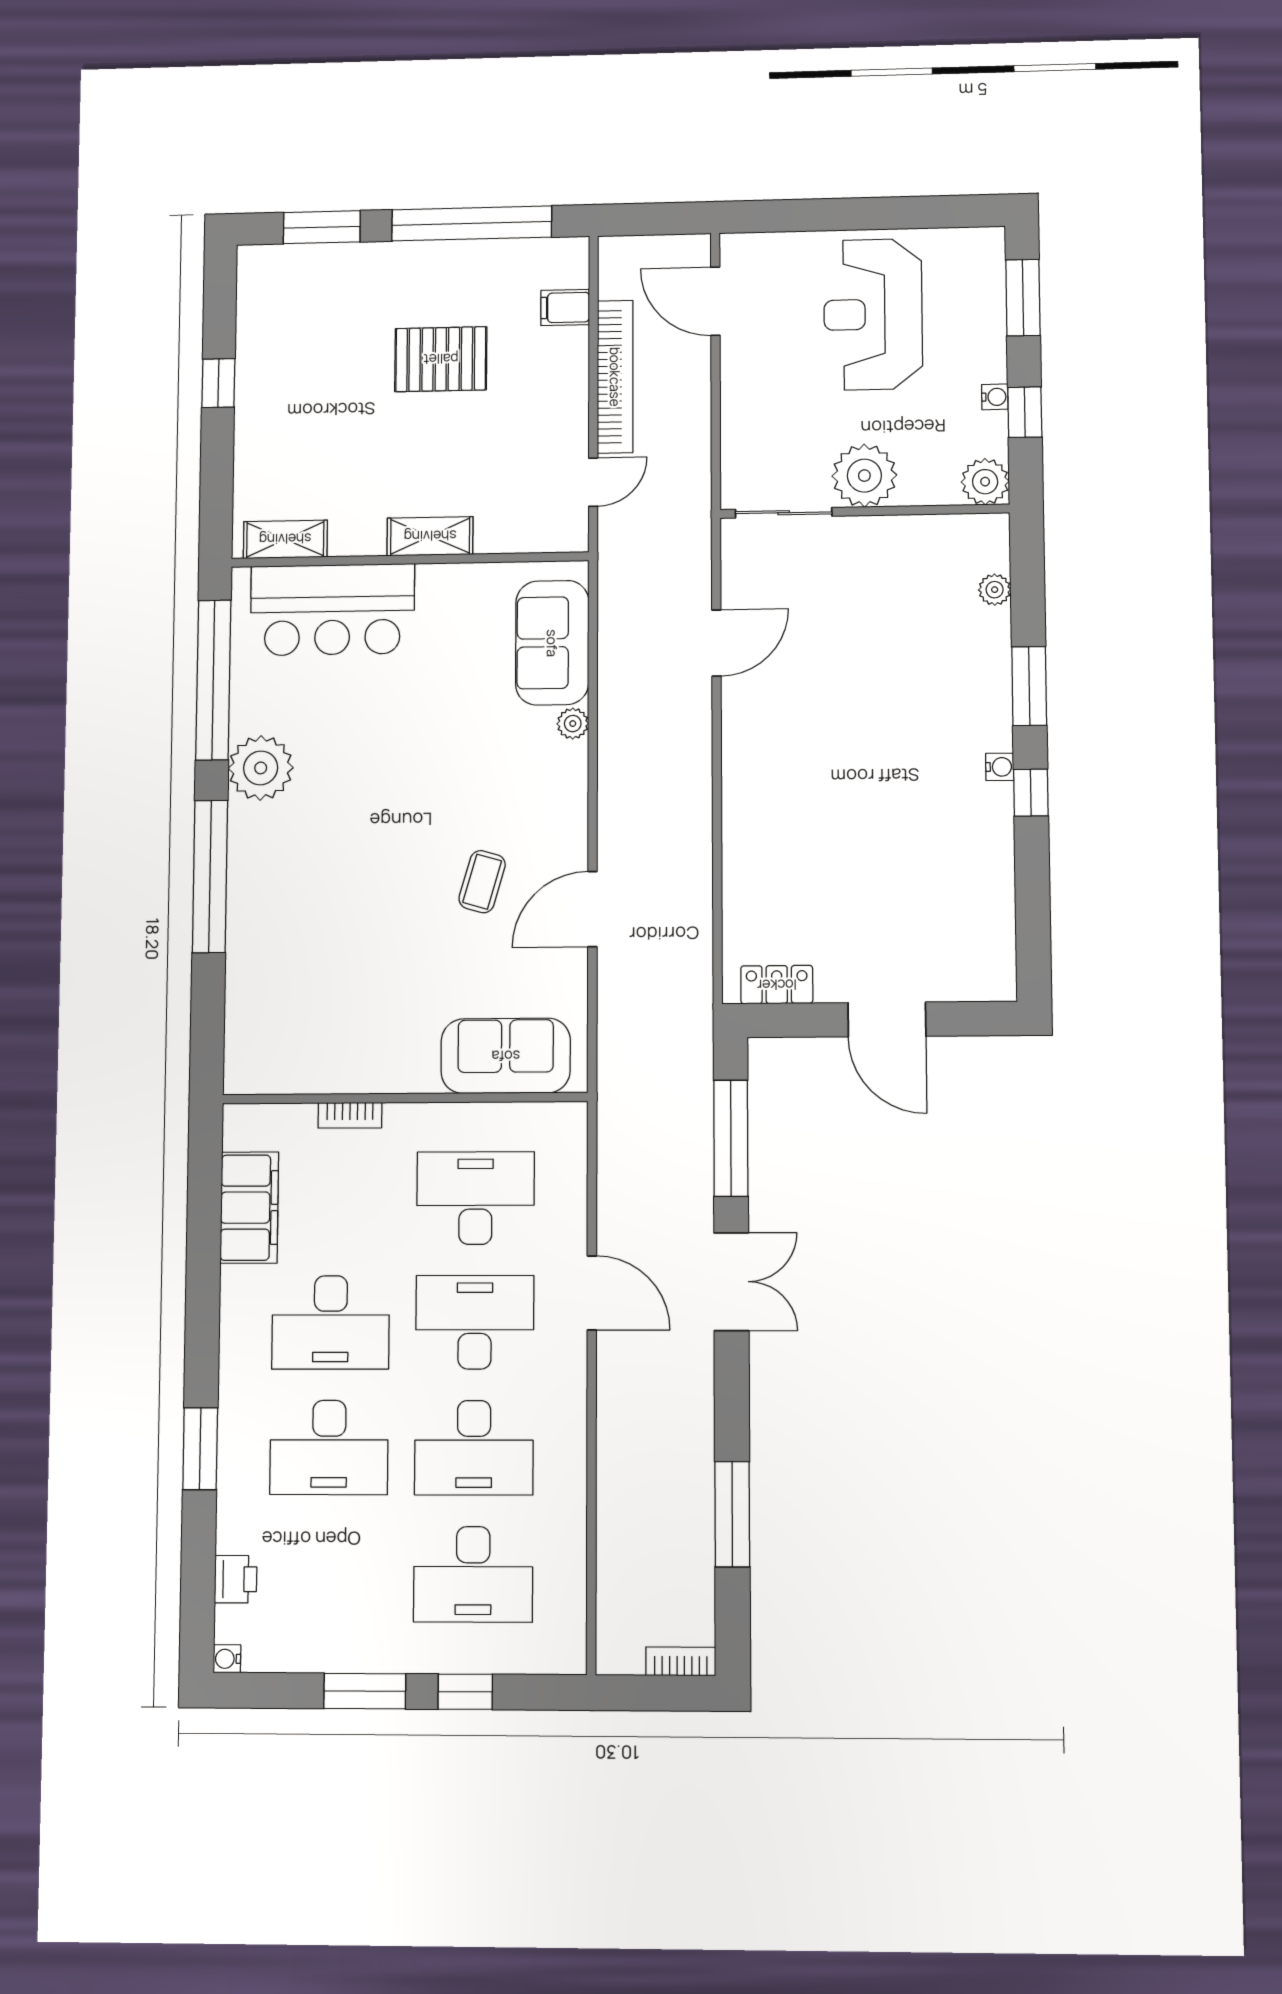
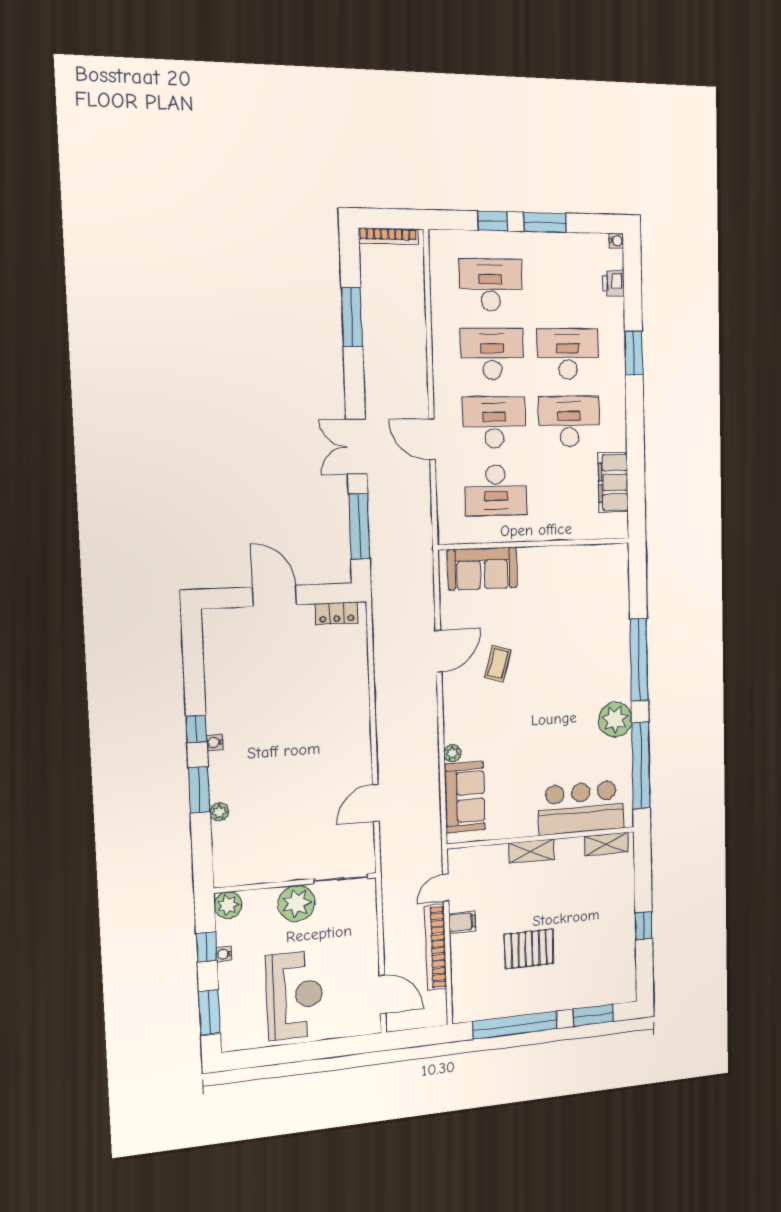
filing cabinet: (565, 308) -> (462, 922), moved
plant: (995, 590) -> (219, 812), moved
bookcase: (350, 1115) -> (563, 534), removed
desk: (475, 1322) -> (494, 422), turned 180
bookcase: (681, 1661) -> (388, 236), width x1.56

